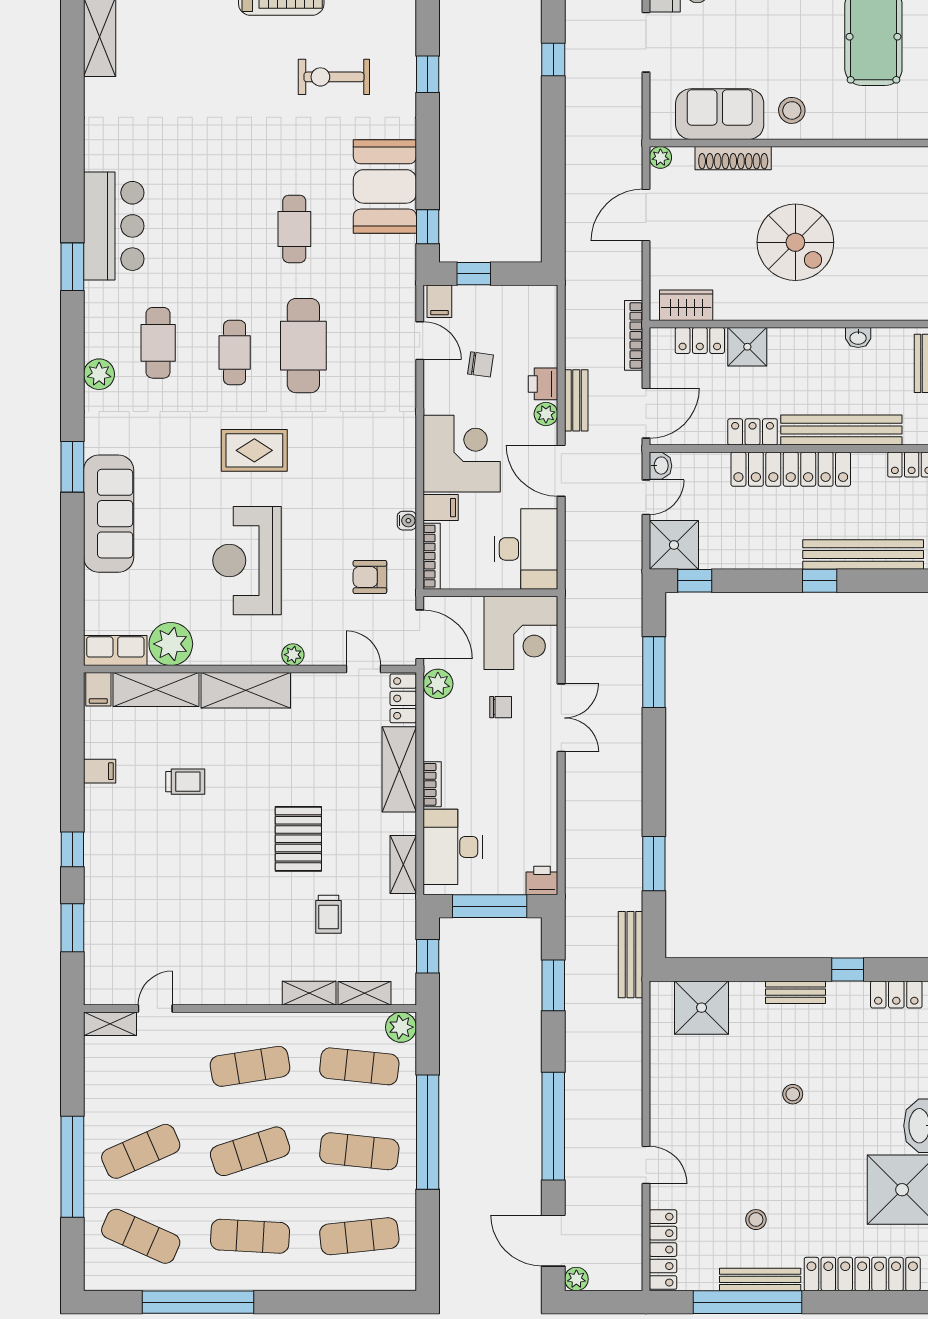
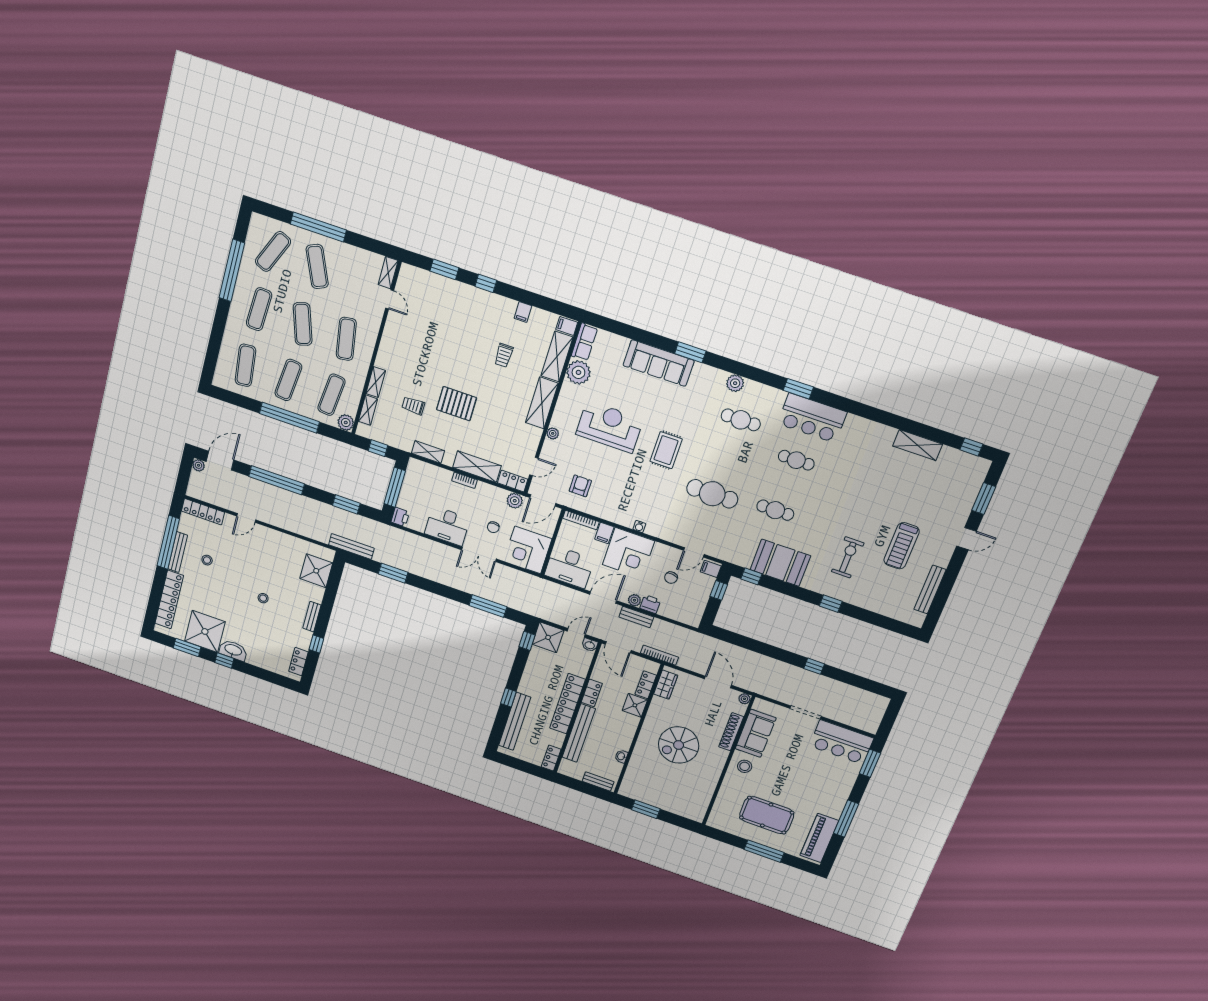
cafe table: (235, 353) -> (796, 460), moved
door: (646, 497) -> (576, 633), swing flipped
water cooler: (407, 521) -> (639, 526), moved
desk: (453, 847) -> (447, 526), moved, turned 180

